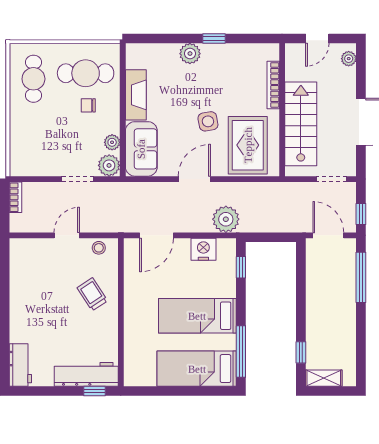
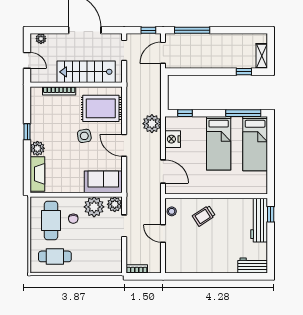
fireplace: (136, 95) -> (37, 174), moved, turned 90
plant: (112, 142) -> (94, 207), width x1.87, depth x1.87

